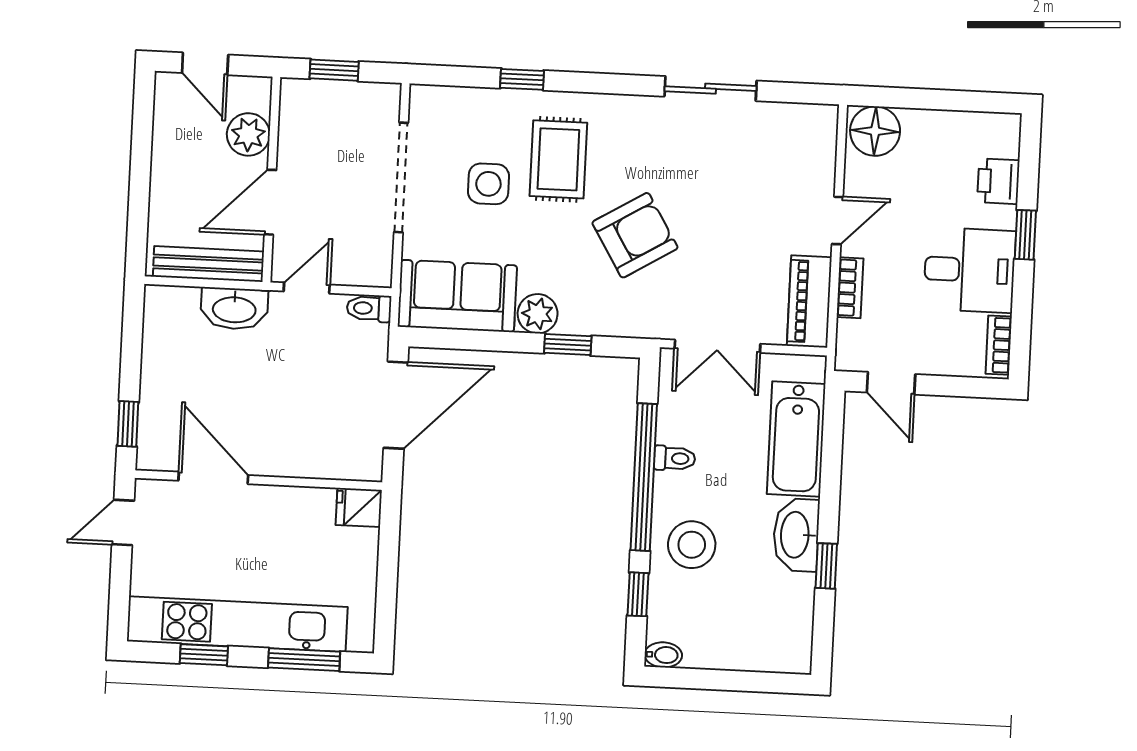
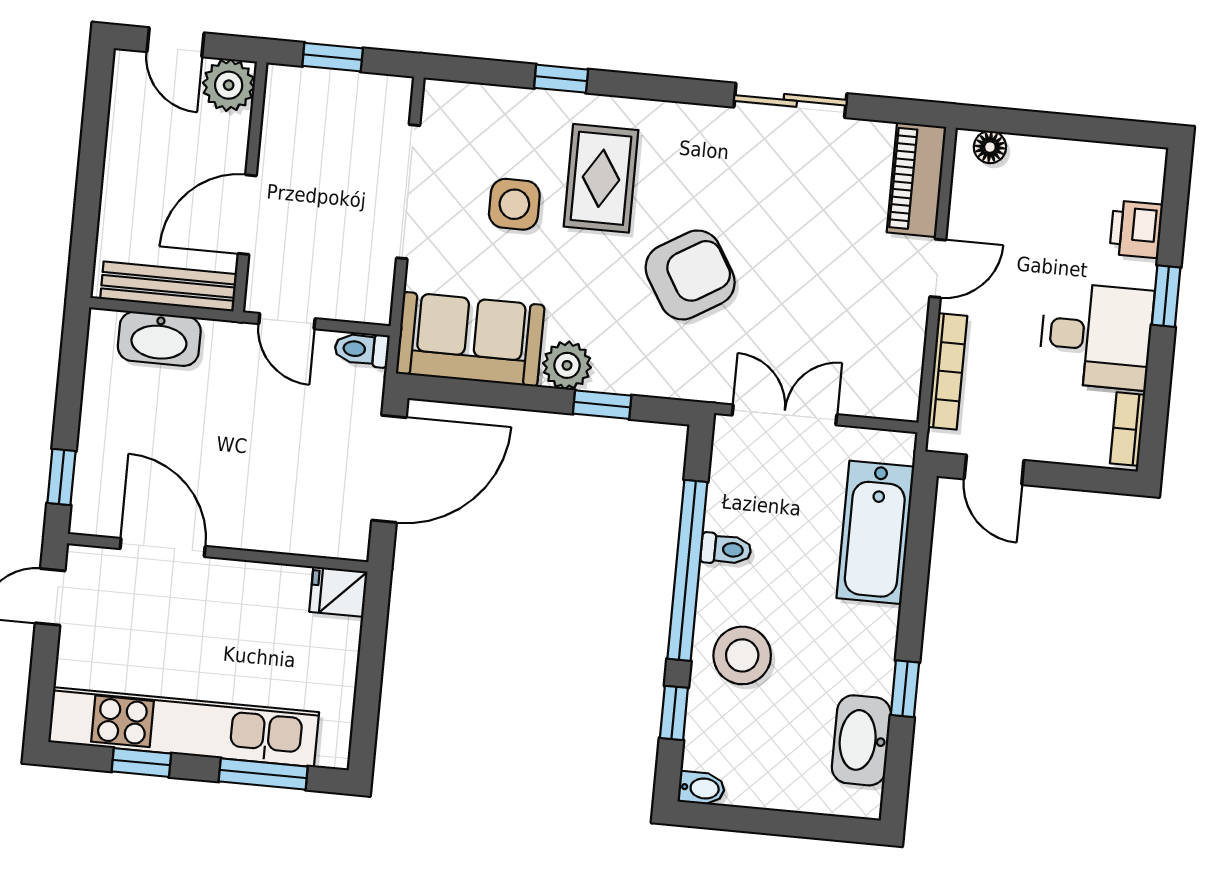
floor lamp: (875, 131) -> (990, 147), width x0.53, depth x0.53
plant: (248, 134) -> (229, 85), moved
door: (307, 288) -> (287, 321), swing flipped
bookcase: (850, 288) -> (947, 371), width x1.56
piano: (809, 301) -> (917, 180), moved
washbasin: (234, 309) -> (159, 339), moved
double door: (717, 346) -> (784, 415), swing flipped
washbasin: (796, 535) -> (861, 740), moved

